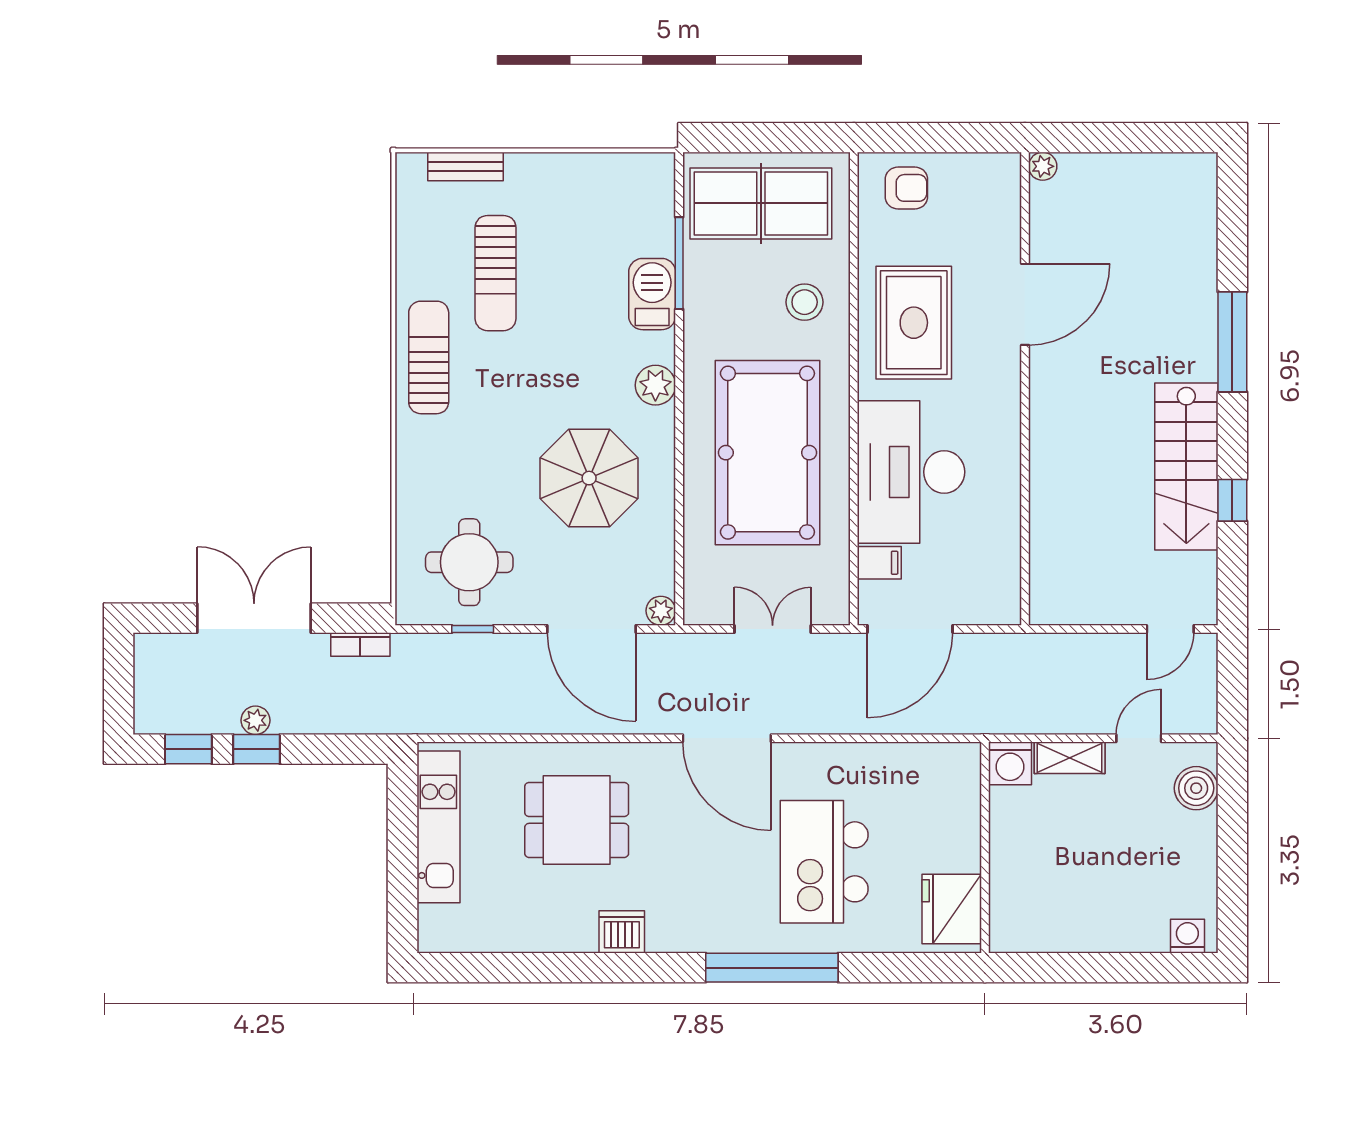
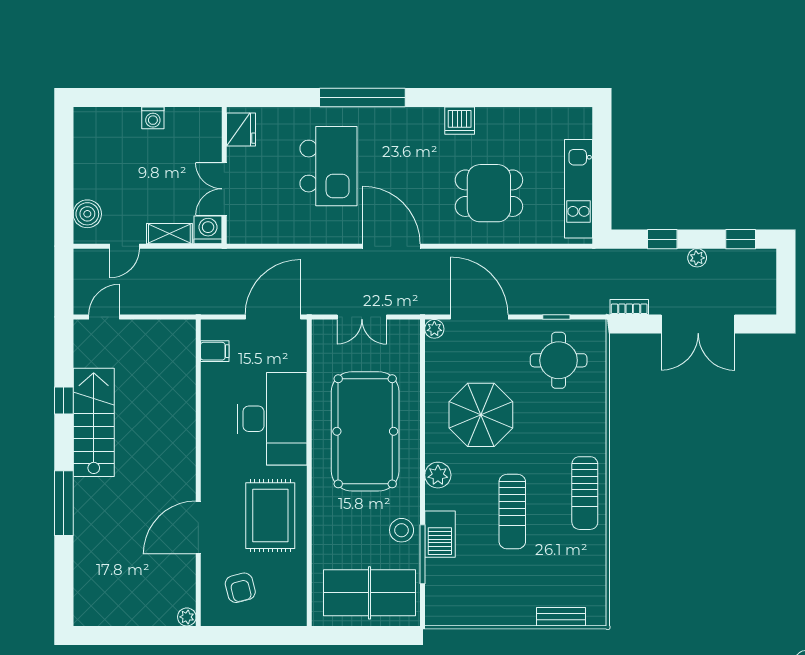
armchair: (906, 188) -> (240, 588), moved, turned -104
sun lounger: (496, 273) -> (512, 512), moved, turned 180
stool: (805, 302) -> (402, 530), moved
filing cabinet: (879, 563) -> (215, 351), moved, turned 180
window: (257, 749) -> (662, 239), moved
double door: (985, 827) -> (224, 189), added
fridge: (952, 909) -> (241, 129), width x0.73, depth x0.75
washing machine: (1187, 936) -> (153, 118), moved

